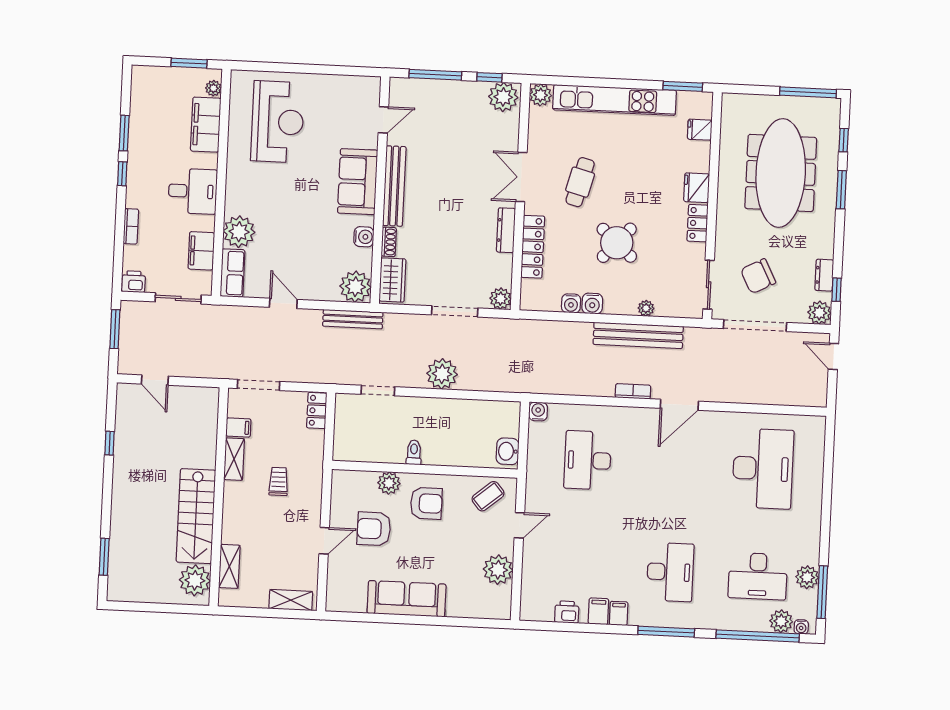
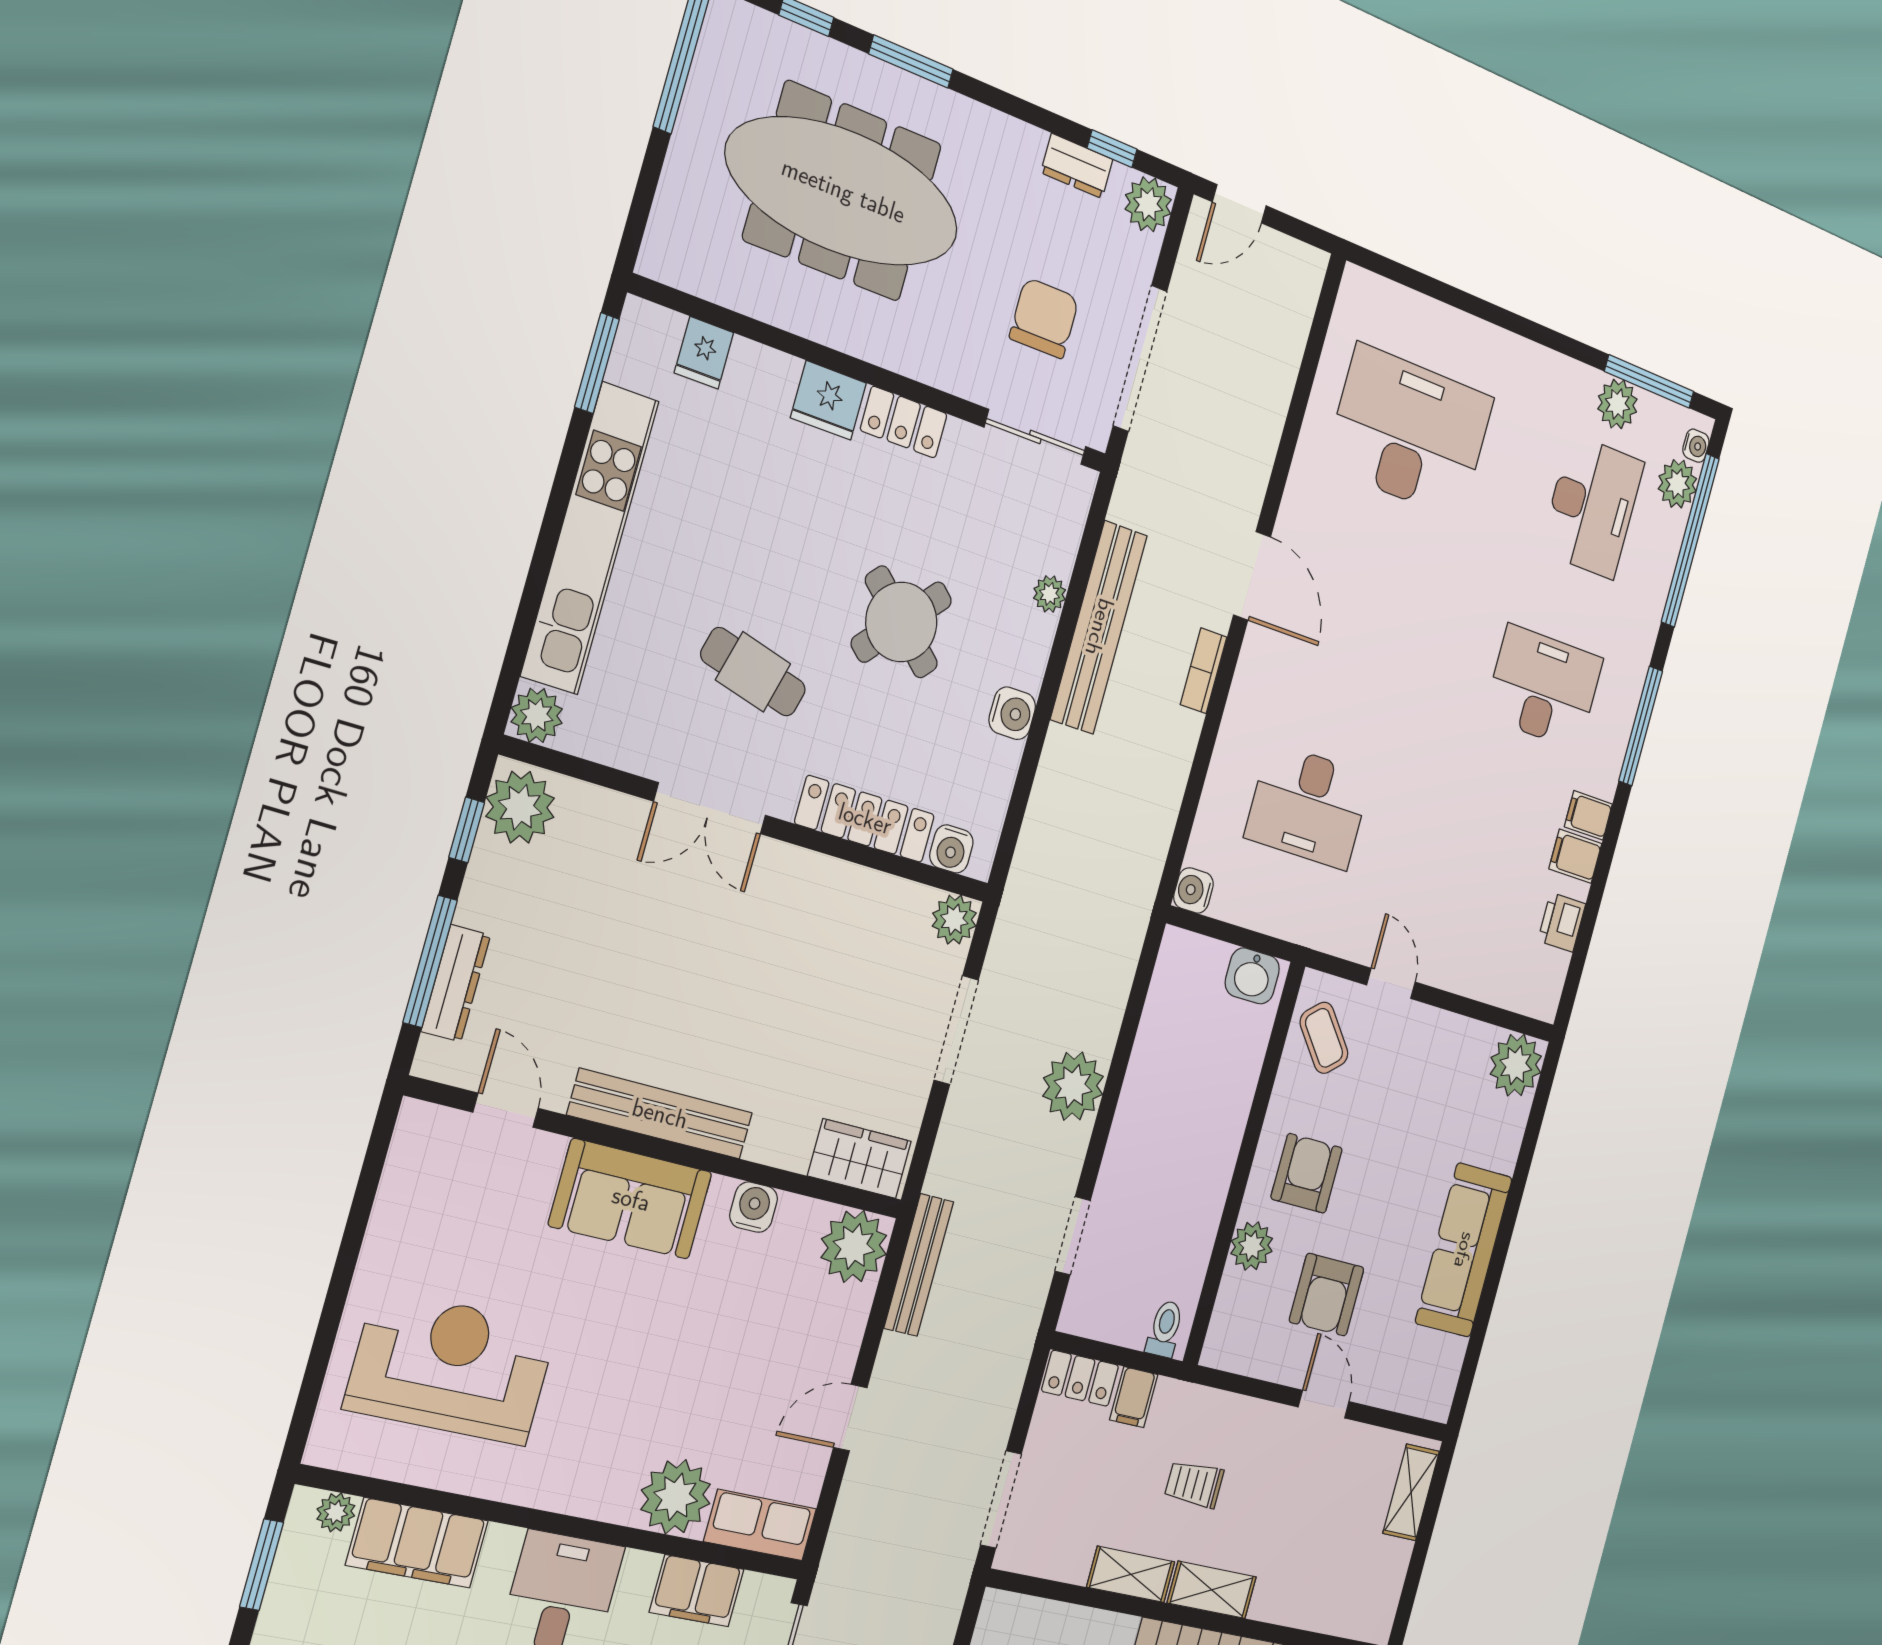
dresser: (506, 230) -> (456, 983), moved, turned -90
shoe rack: (389, 242) -> (778, 1151), removed
chair: (758, 276) -> (1044, 318), turned -153
water cooler: (571, 303) -> (951, 849), moved, turned 90
filing cabinet: (238, 427) -> (1134, 1397), moved, turned 180
toilet: (414, 452) -> (1165, 1329), moved, turned 90
shelving: (229, 566) -> (1212, 1590), moved
plant: (498, 570) -> (1516, 1065), moved

